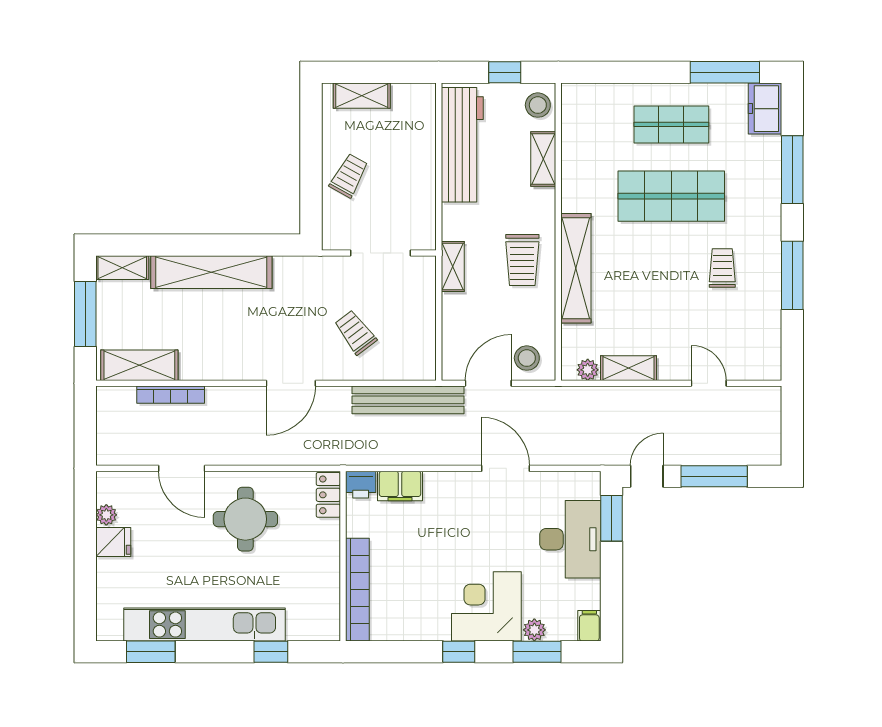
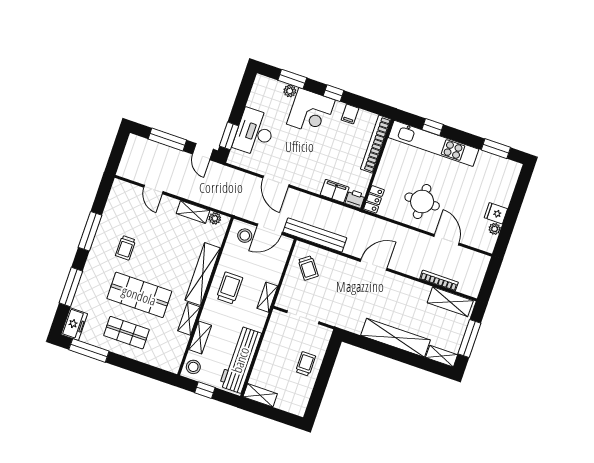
shelving: (362, 96) -> (260, 395), moved
trolley: (349, 176) -> (306, 364), turned 151
shelving: (573, 184) -> (189, 319), added
trolley: (355, 332) -> (308, 268), moved
door: (647, 476) -> (203, 152), hinge flipped
kitchen unit: (204, 625) -> (433, 143), moved
filing cabinet: (589, 626) -> (350, 114), moved

